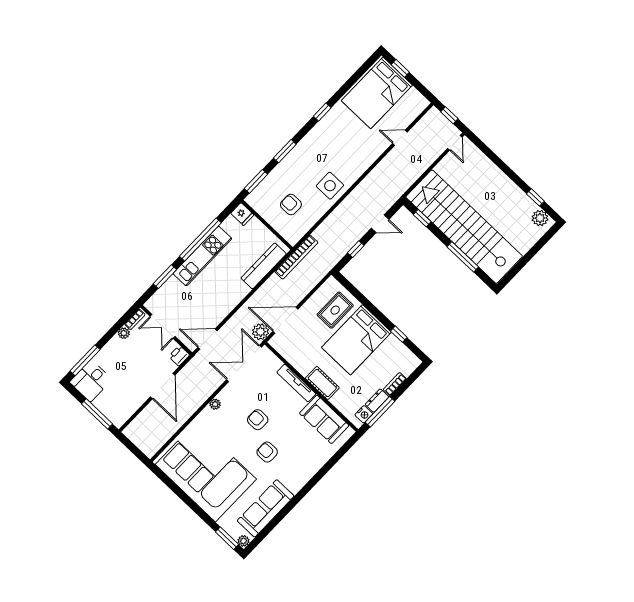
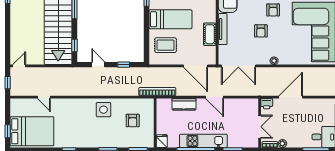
kitchen counter: (264, 266) -> (184, 104), width x0.67
plant: (260, 332) -> (214, 73), removed
door: (208, 339) -> (214, 97), moved
bed: (356, 340) -> (170, 19), width x0.67
cot: (322, 383) -> (210, 34), moved

